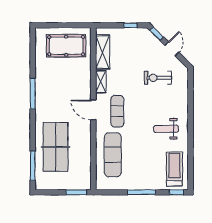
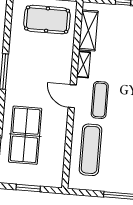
window: (76, 192) -> (28, 188), moved

